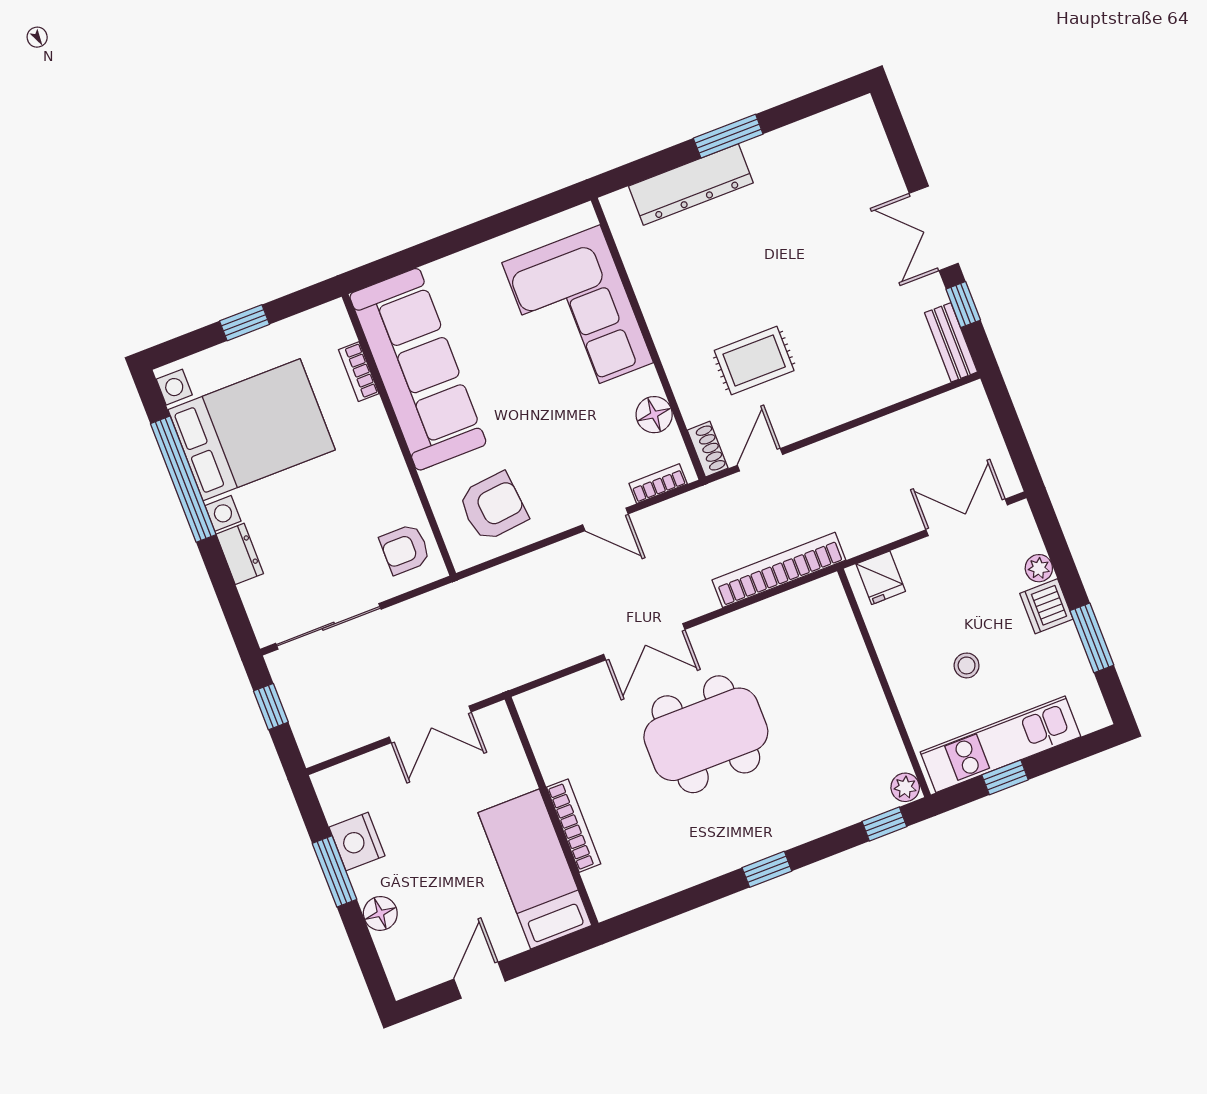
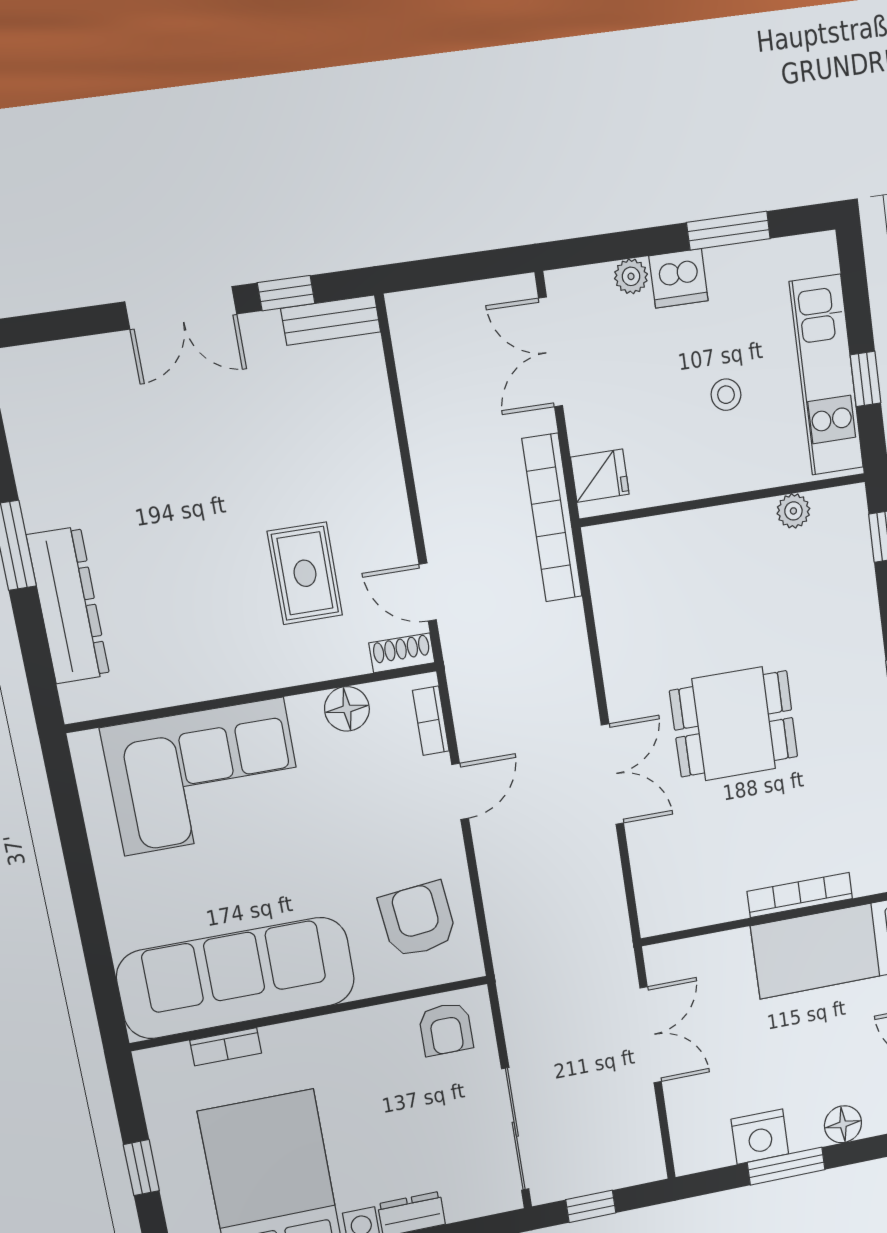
bookcase: (779, 570) -> (552, 518), moved
dining table: (706, 734) -> (734, 724), width x0.73
plant: (905, 787) -> (793, 511), moved

